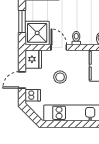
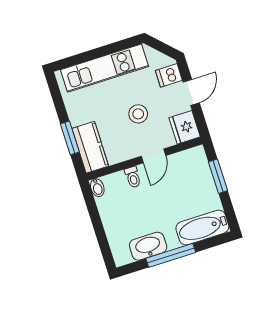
shower: (37, 33) -> (191, 167), removed
door: (59, 47) -> (153, 156), hinge flipped

